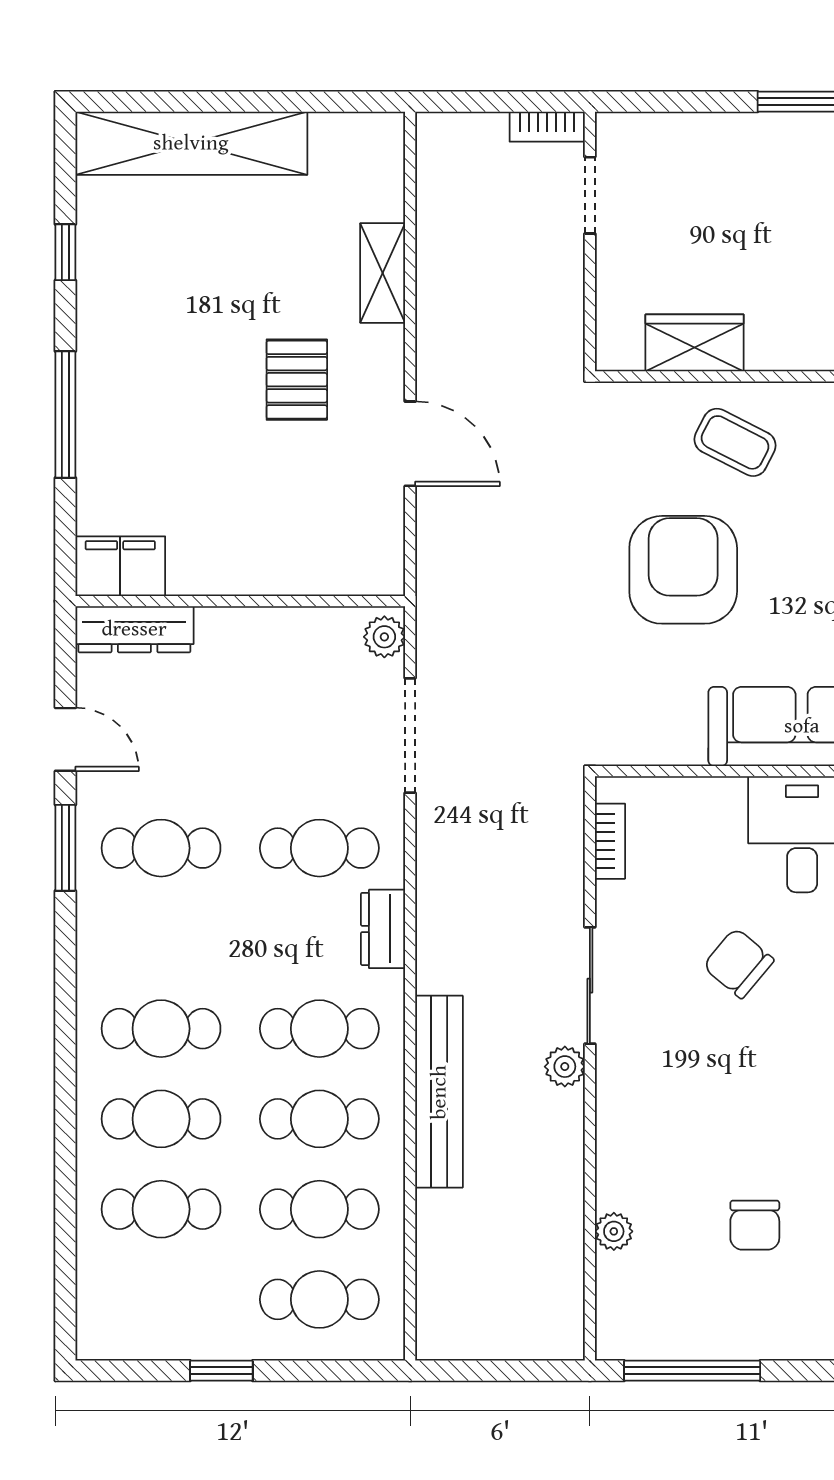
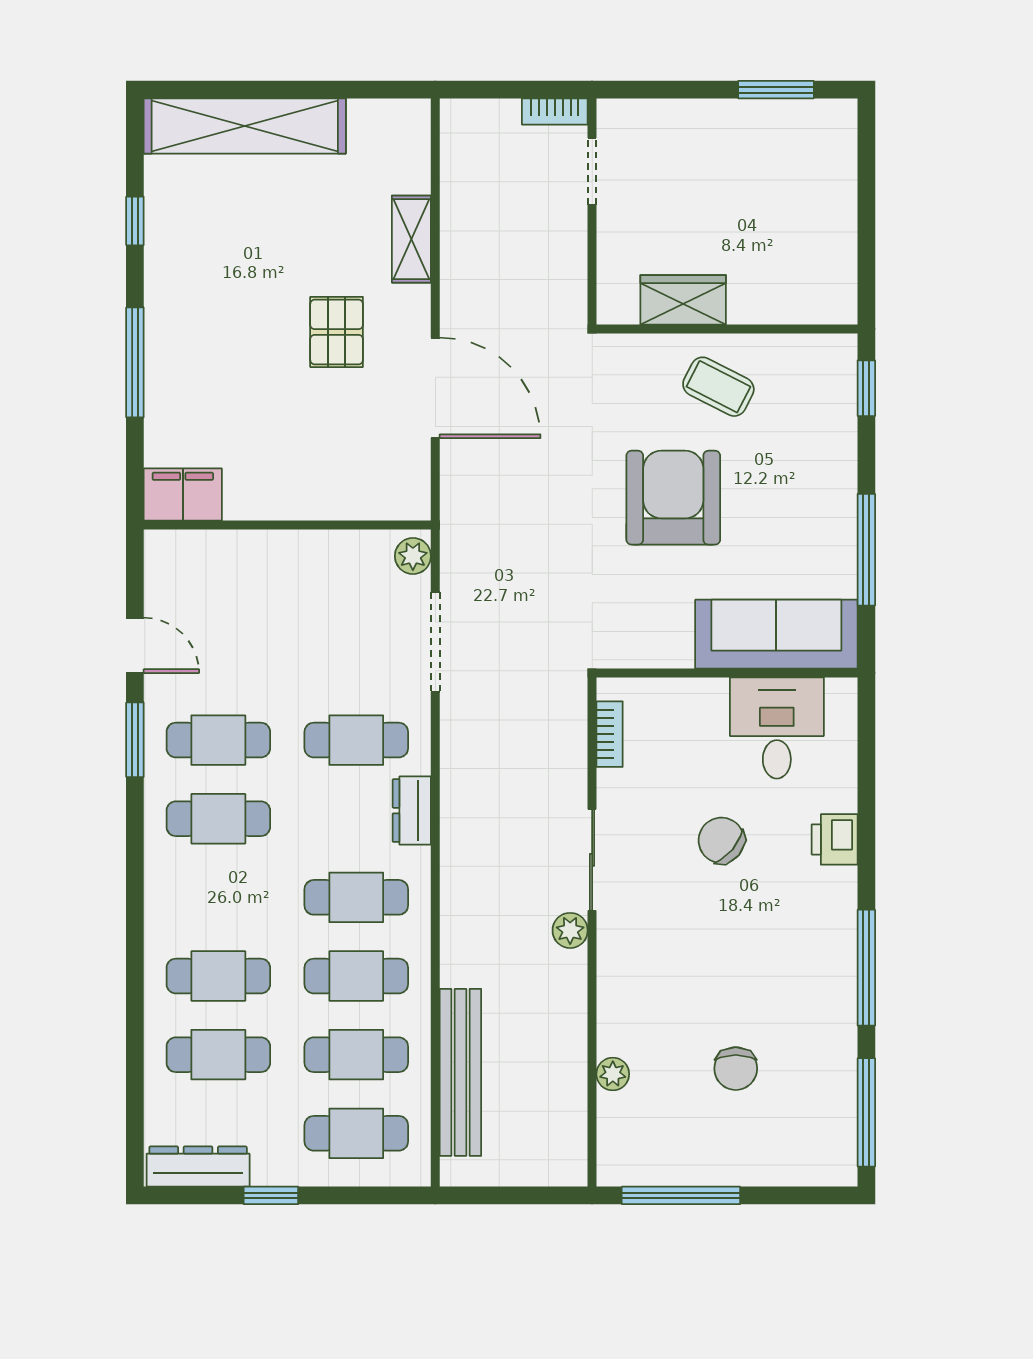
door: (410, 444) -> (435, 388), width x1.36
dresser: (134, 629) -> (198, 1167), moved, turned 180
cafe table: (161, 1029) -> (218, 819), moved
bench: (439, 1092) -> (460, 1072), moved

